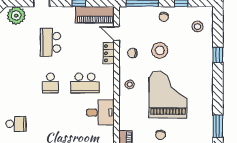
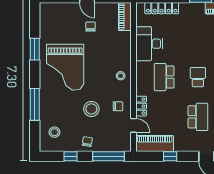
window: (218, 55) -> (35, 104), width x2.17
school desk: (85, 83) -> (164, 77), turned -90
grand piano: (168, 94) -> (65, 67), moved
desk: (100, 112) -> (149, 44), width x1.37
window: (218, 126) -> (35, 49), moved

